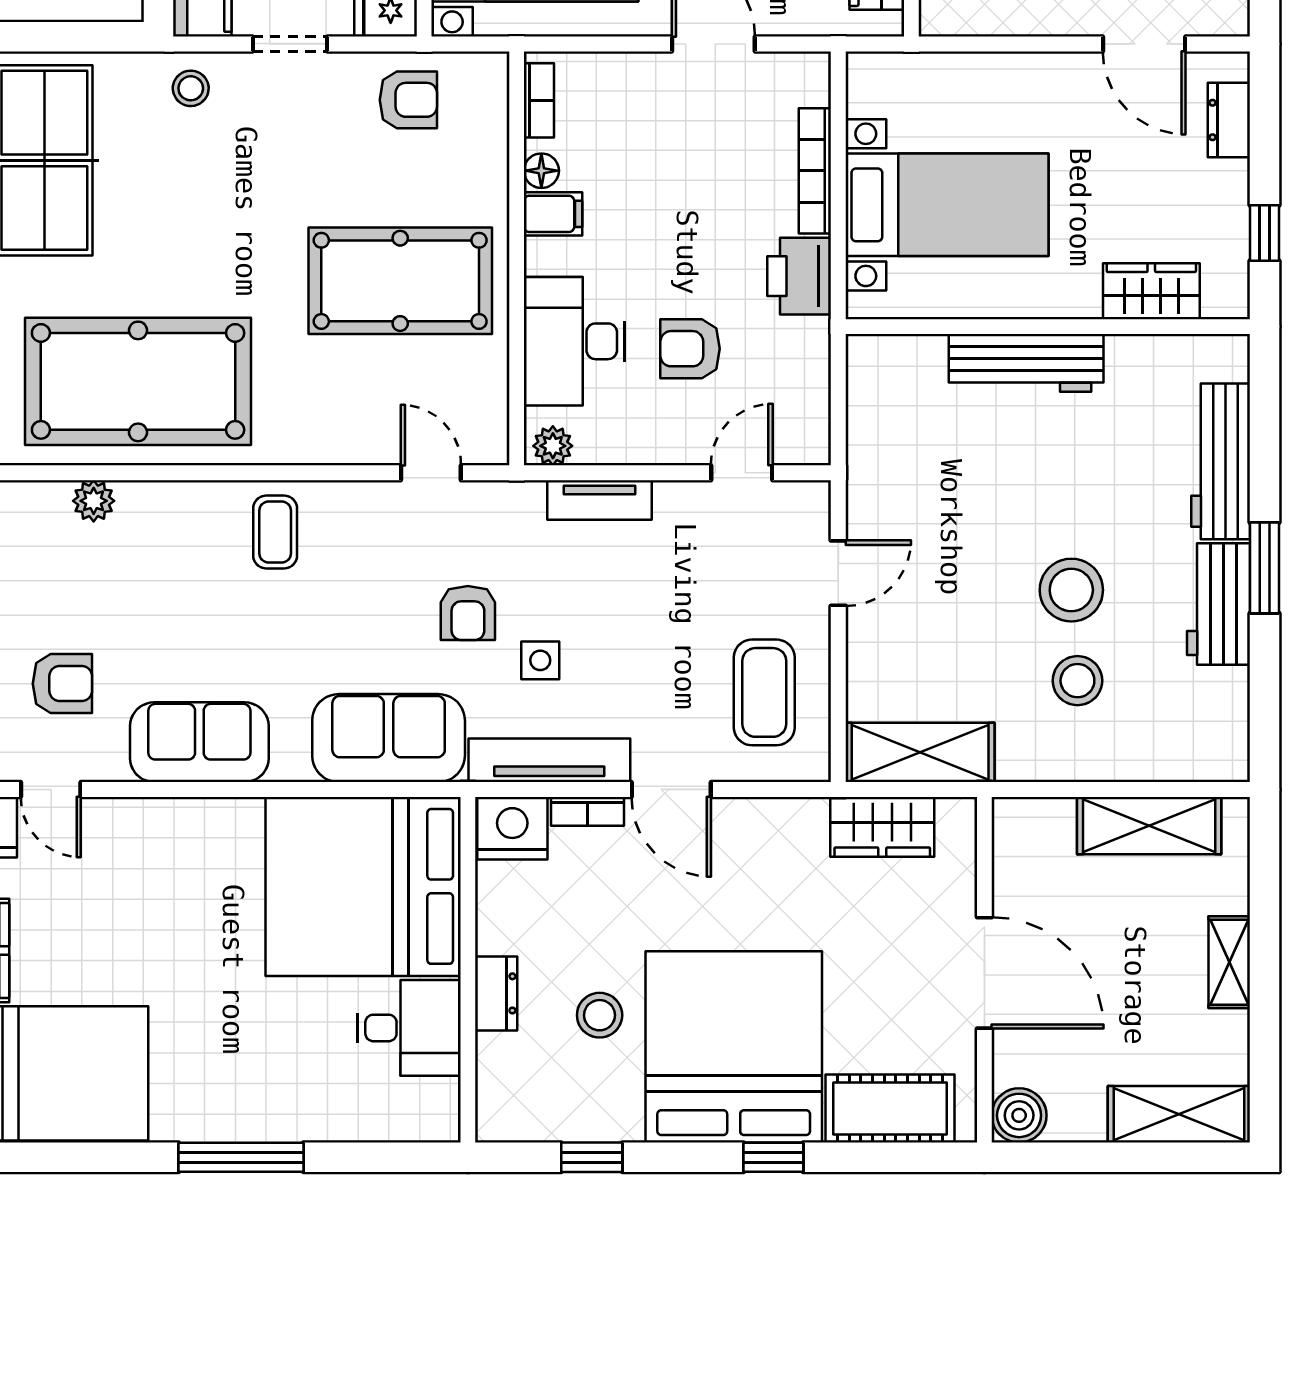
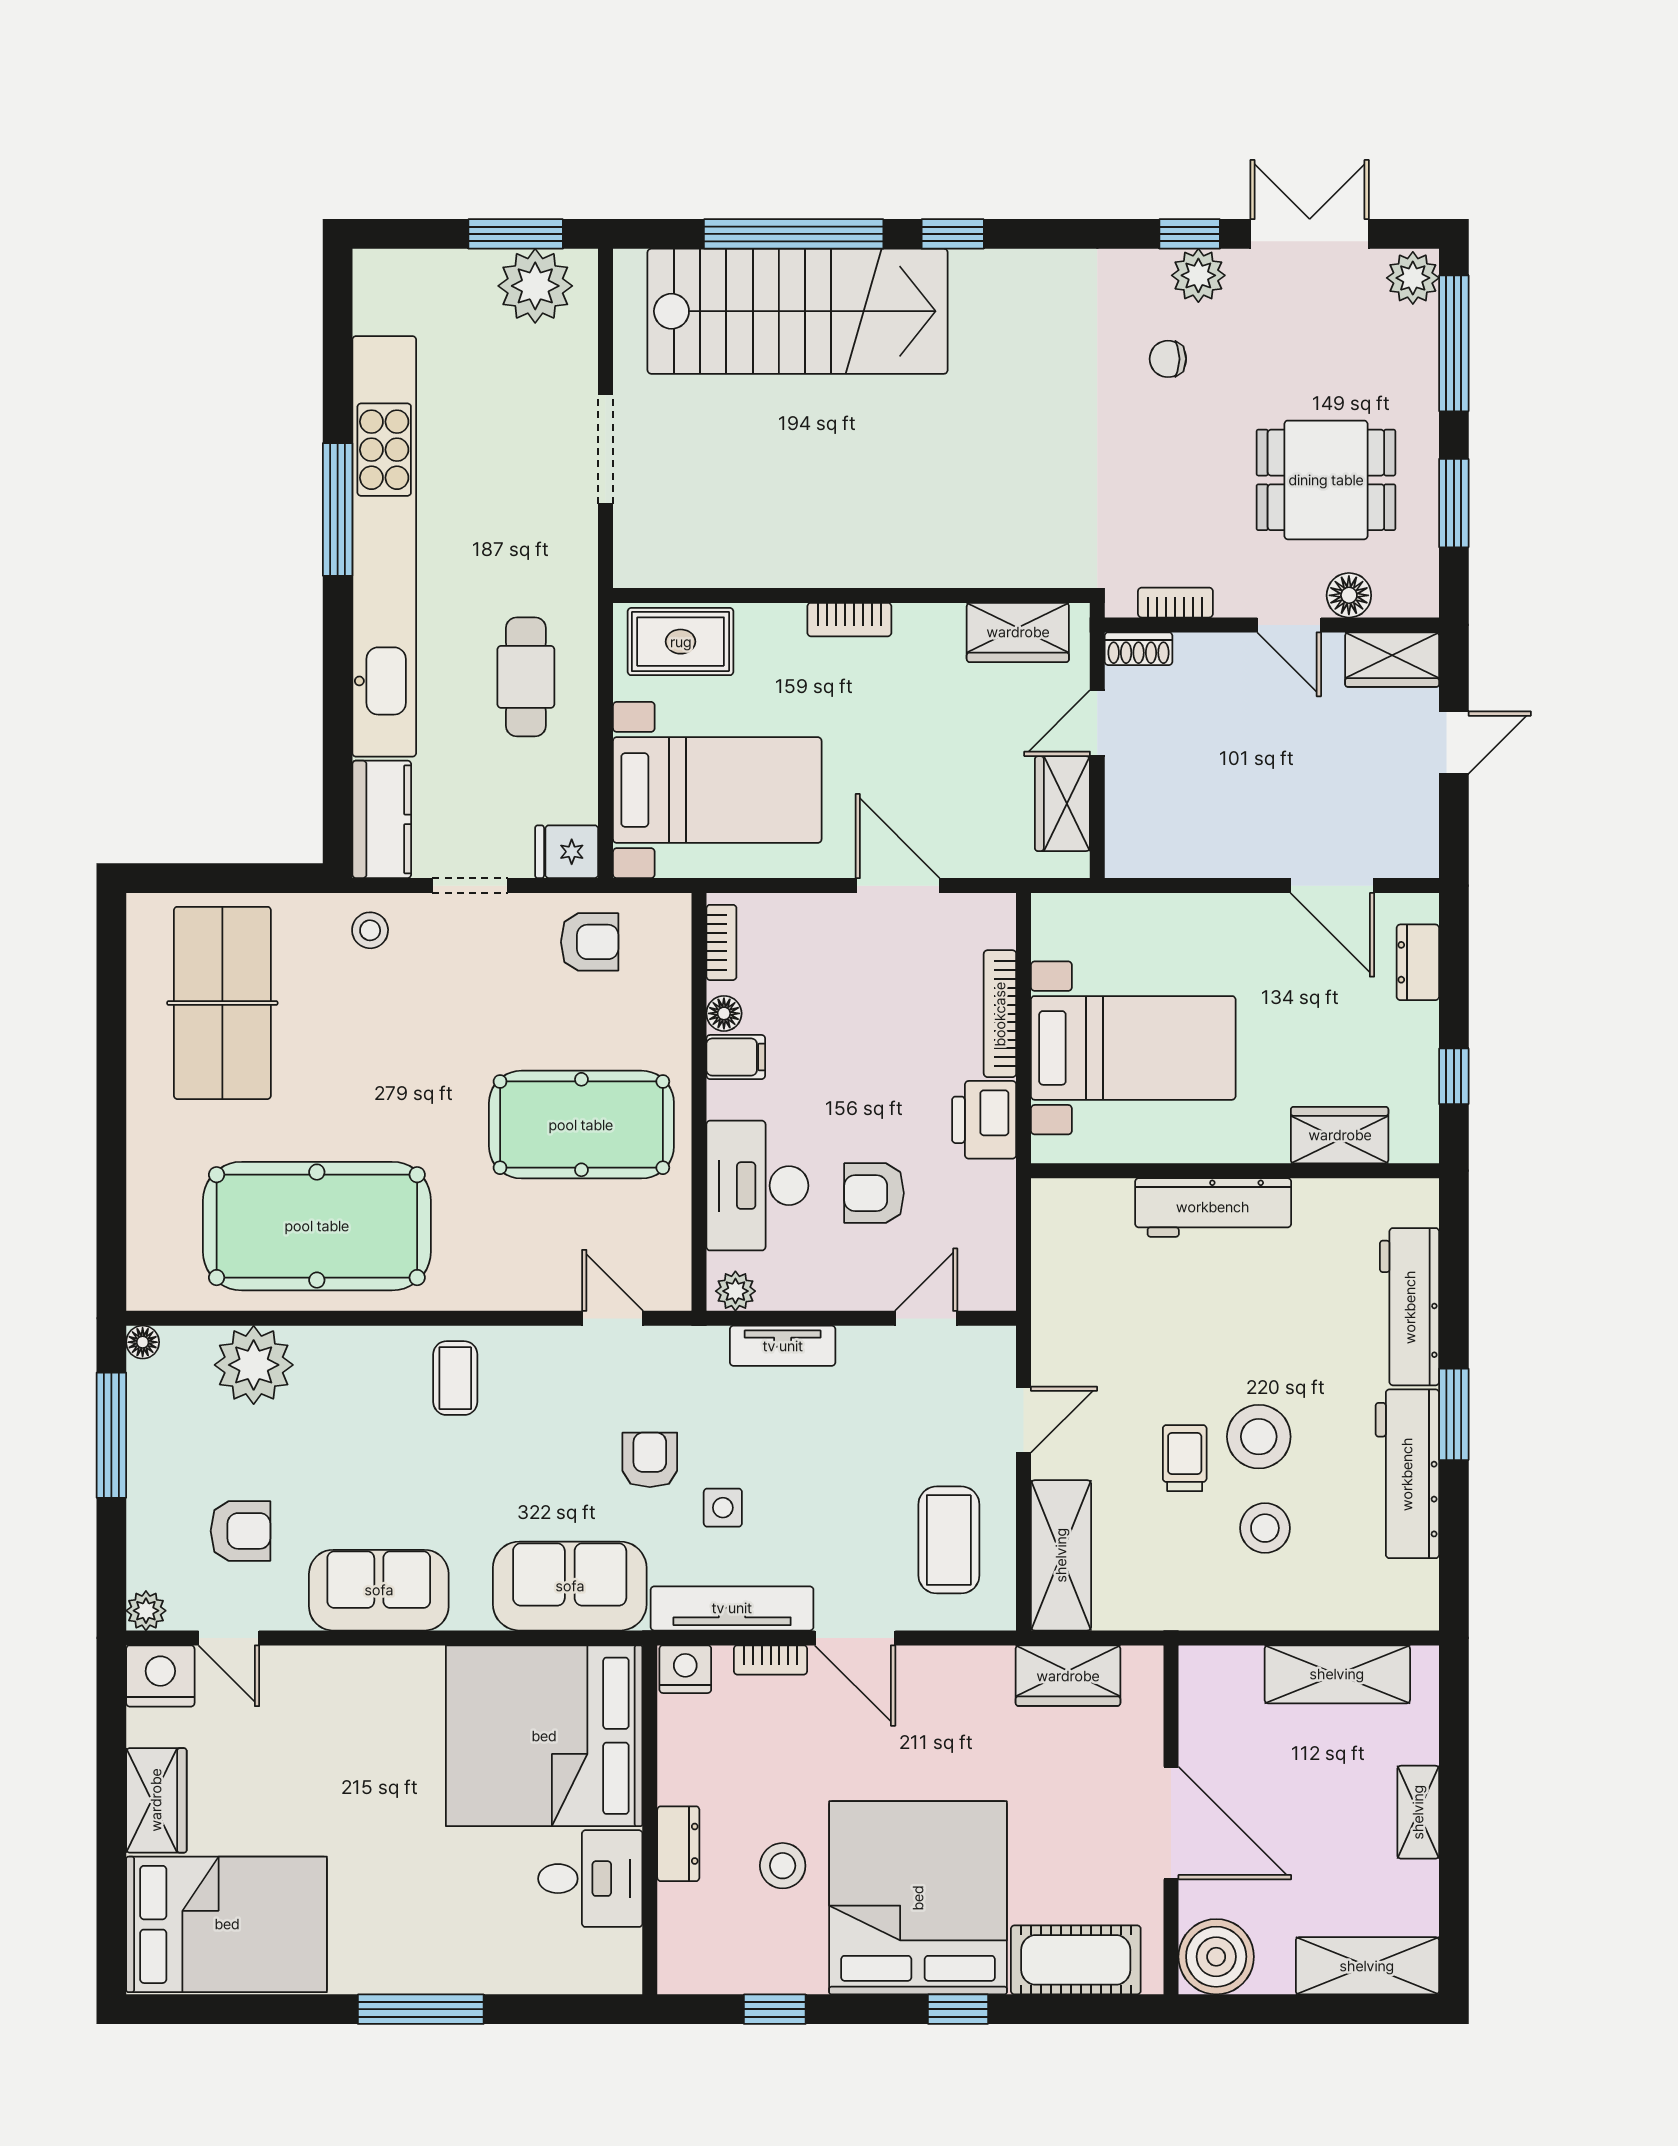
plant: (94, 501) -> (254, 1365), width x1.87, depth x1.87
workbench: (1219, 604) -> (1407, 1474), width x1.37
trolley: (998, 611) -> (1185, 1458), added
armchair: (468, 613) -> (650, 1460), turned 180
shelving: (920, 752) -> (1061, 1555), moved, turned 90
nightstand: (512, 828) -> (685, 1669), width x0.74, depth x0.75
boiler: (1019, 1115) -> (1216, 1957), width x1.37, depth x1.37

